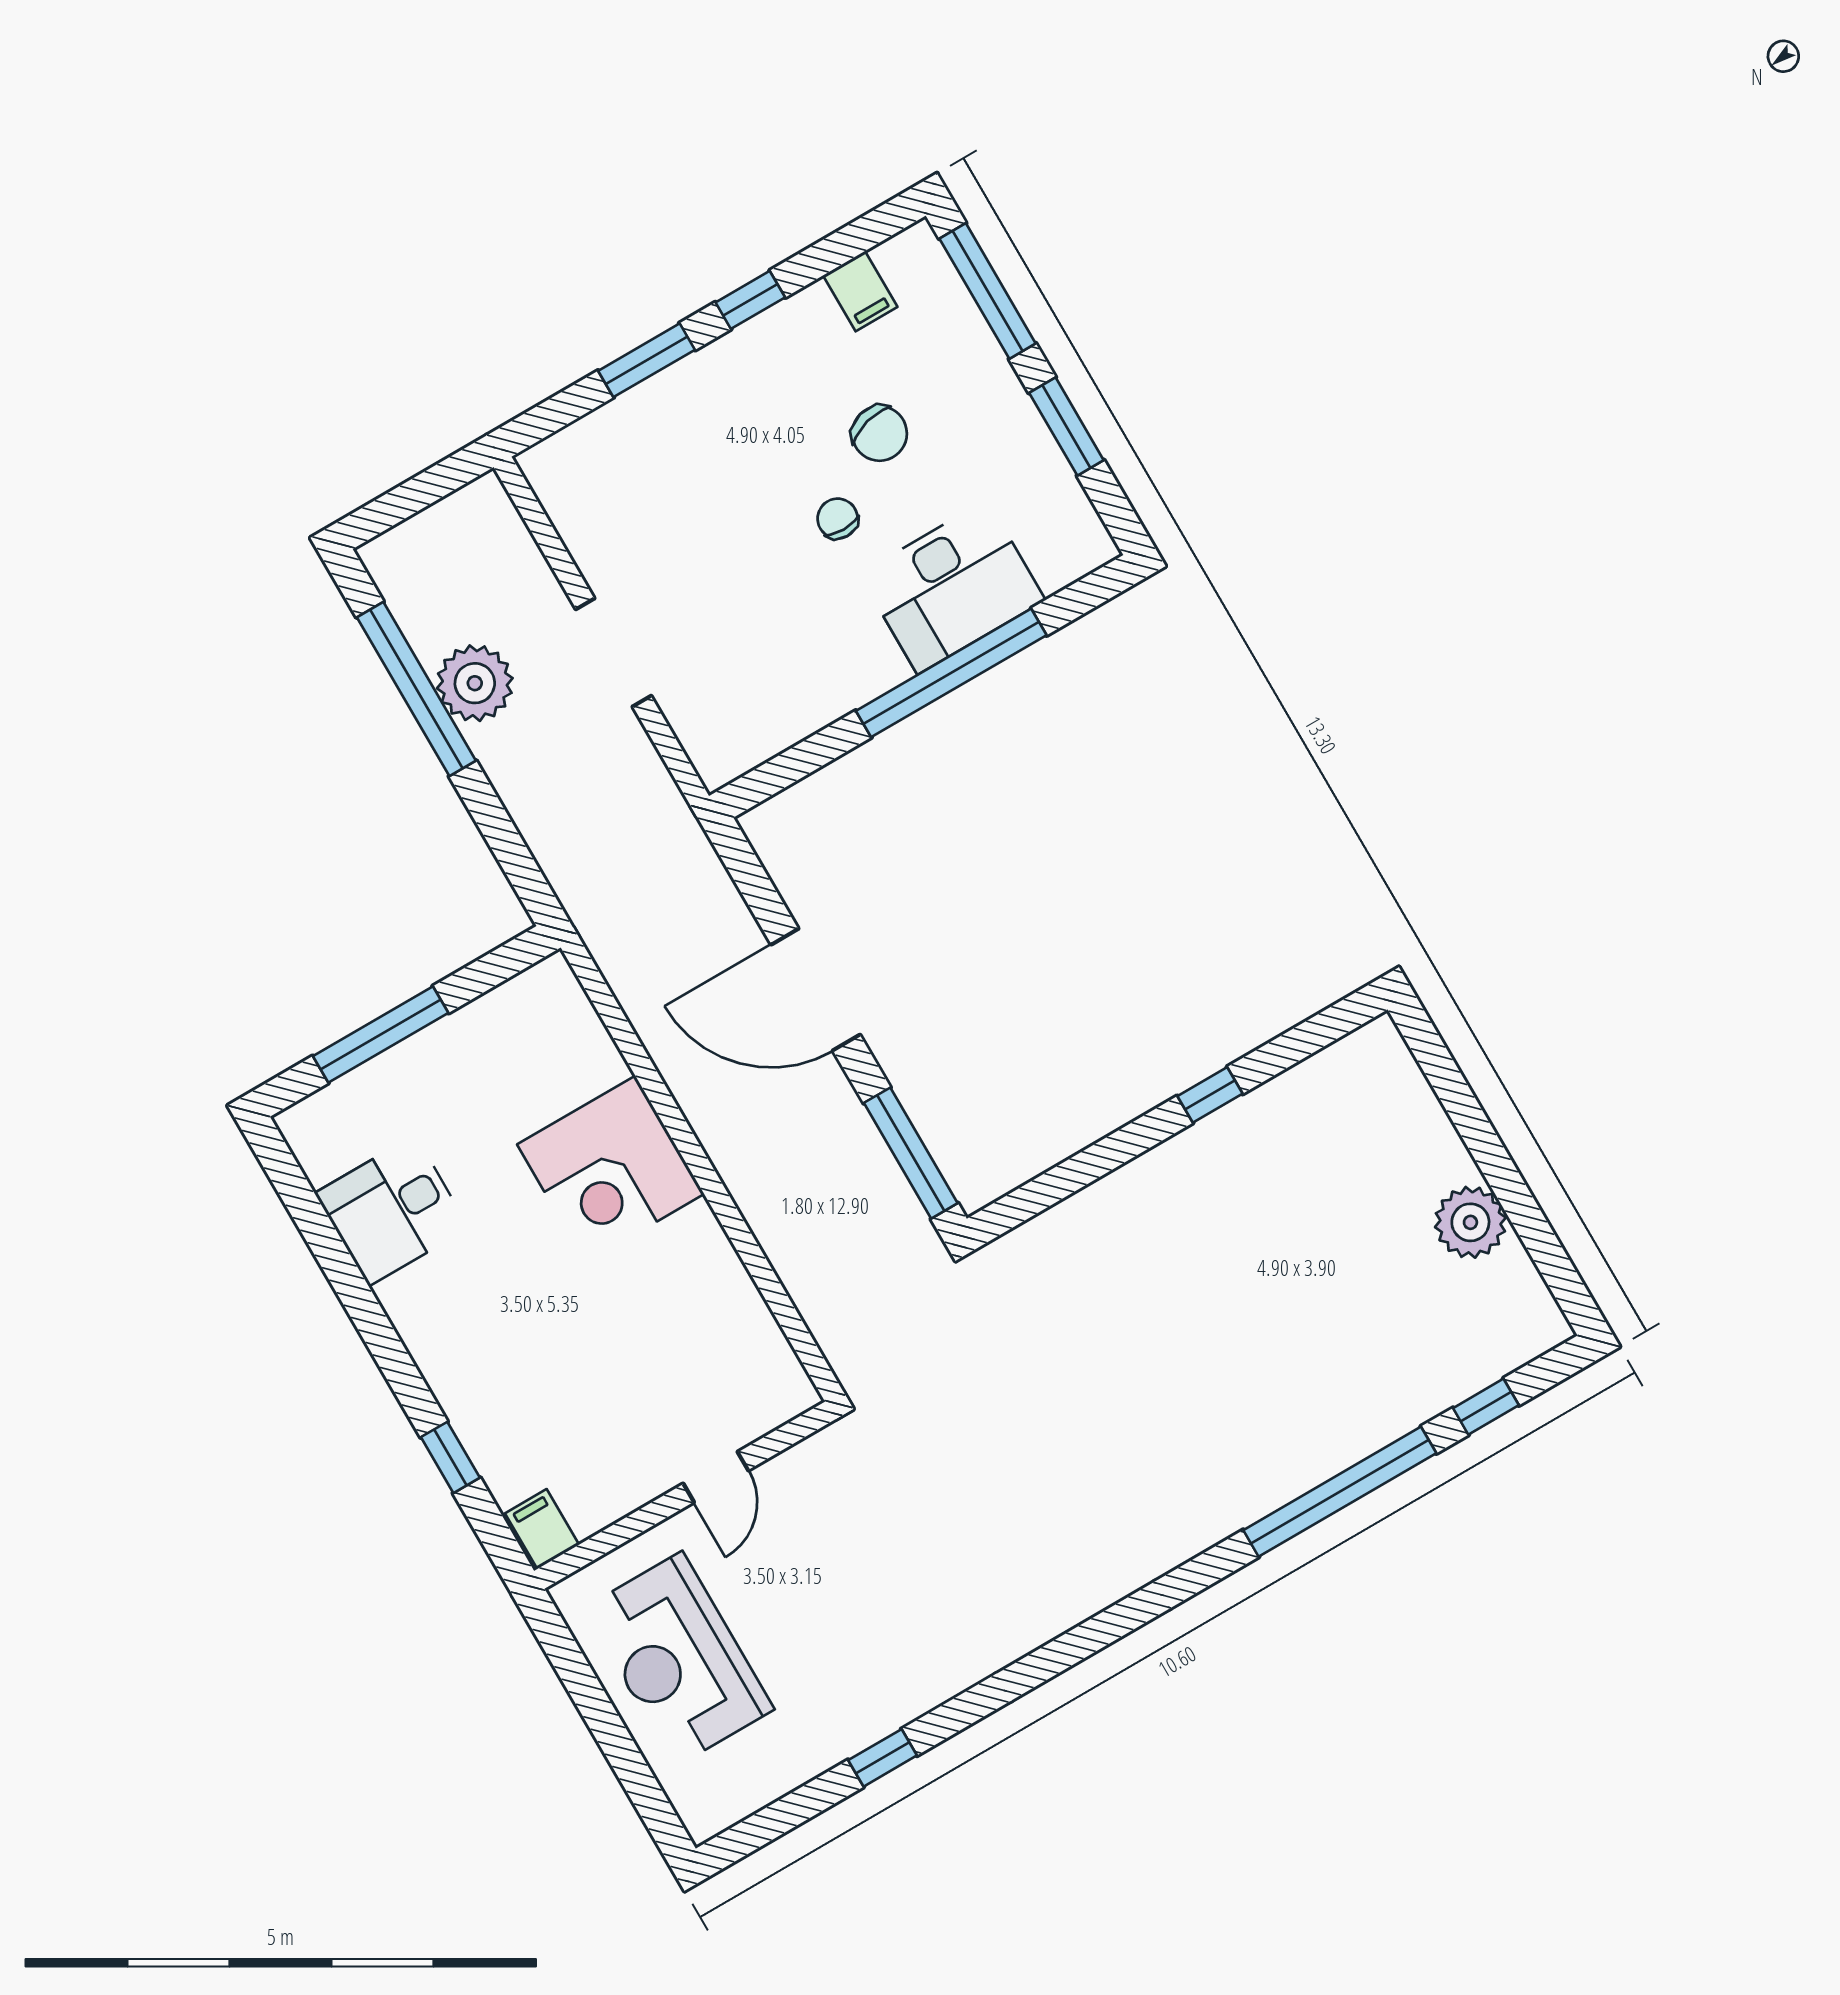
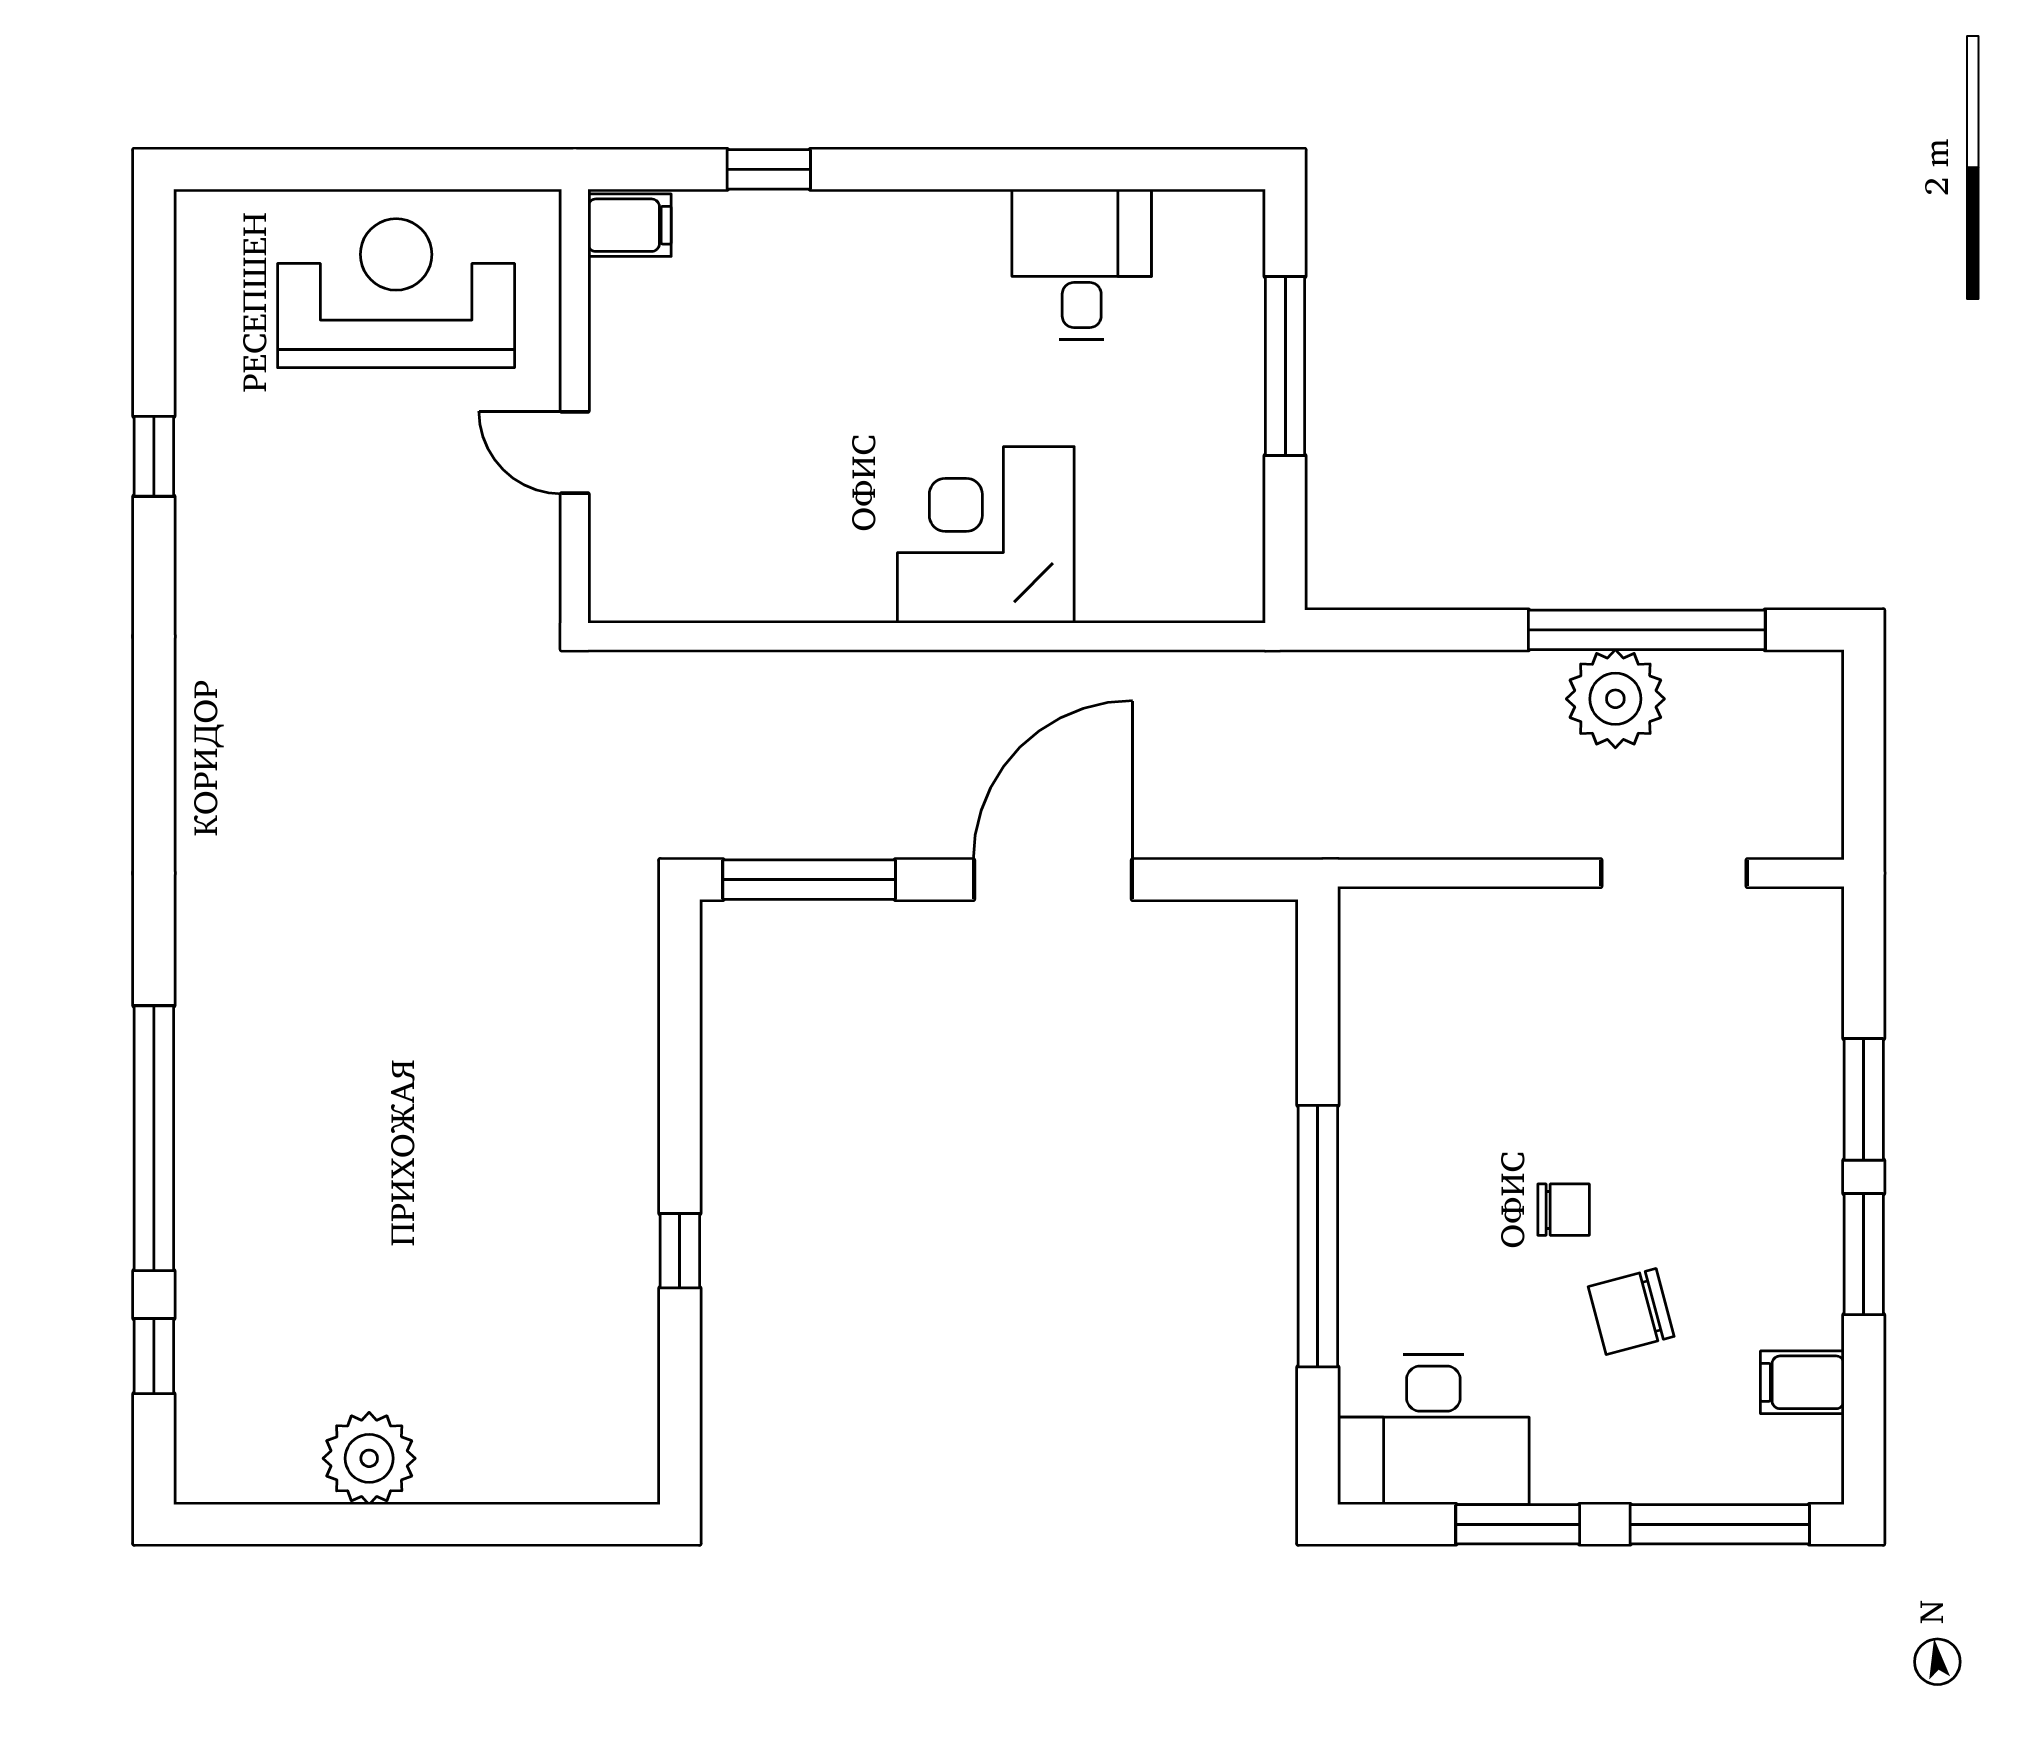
window: (750, 300) -> (1864, 1254), width x1.50
desk: (952, 587) -> (1433, 1429), moved, turned -90
doorway: (614, 653) -> (1674, 873), moved

